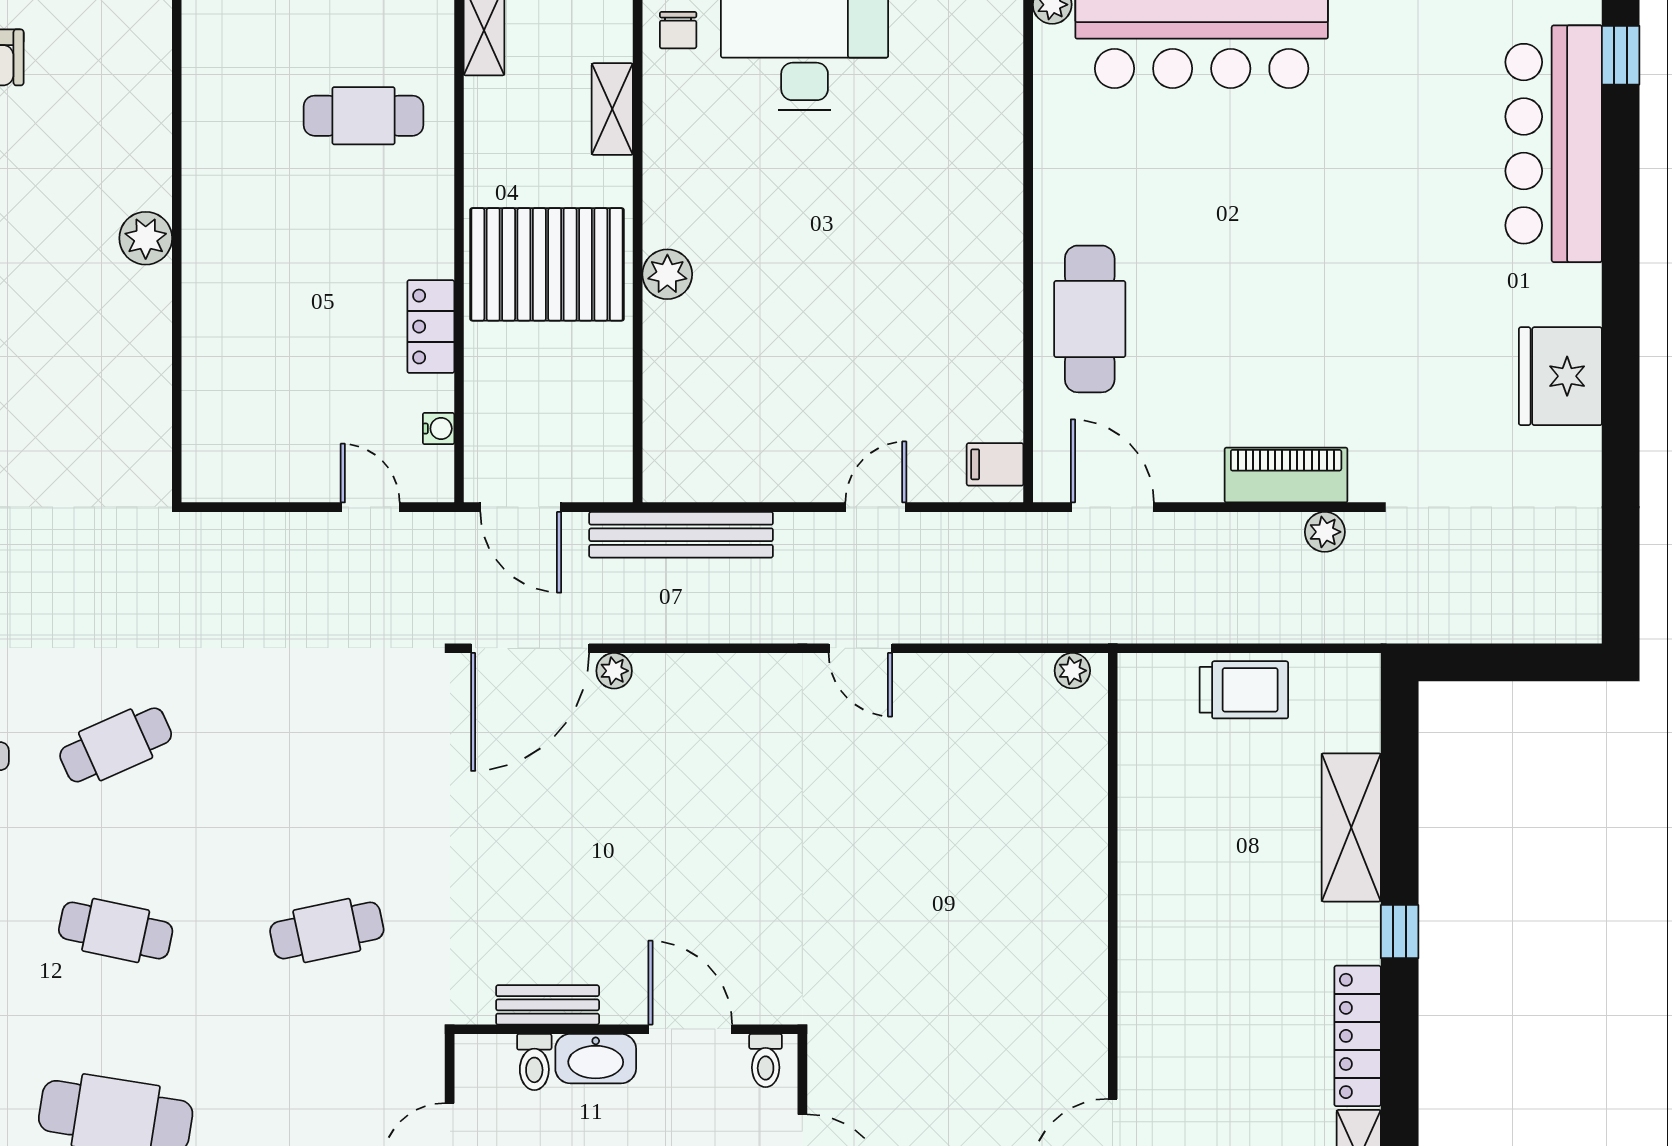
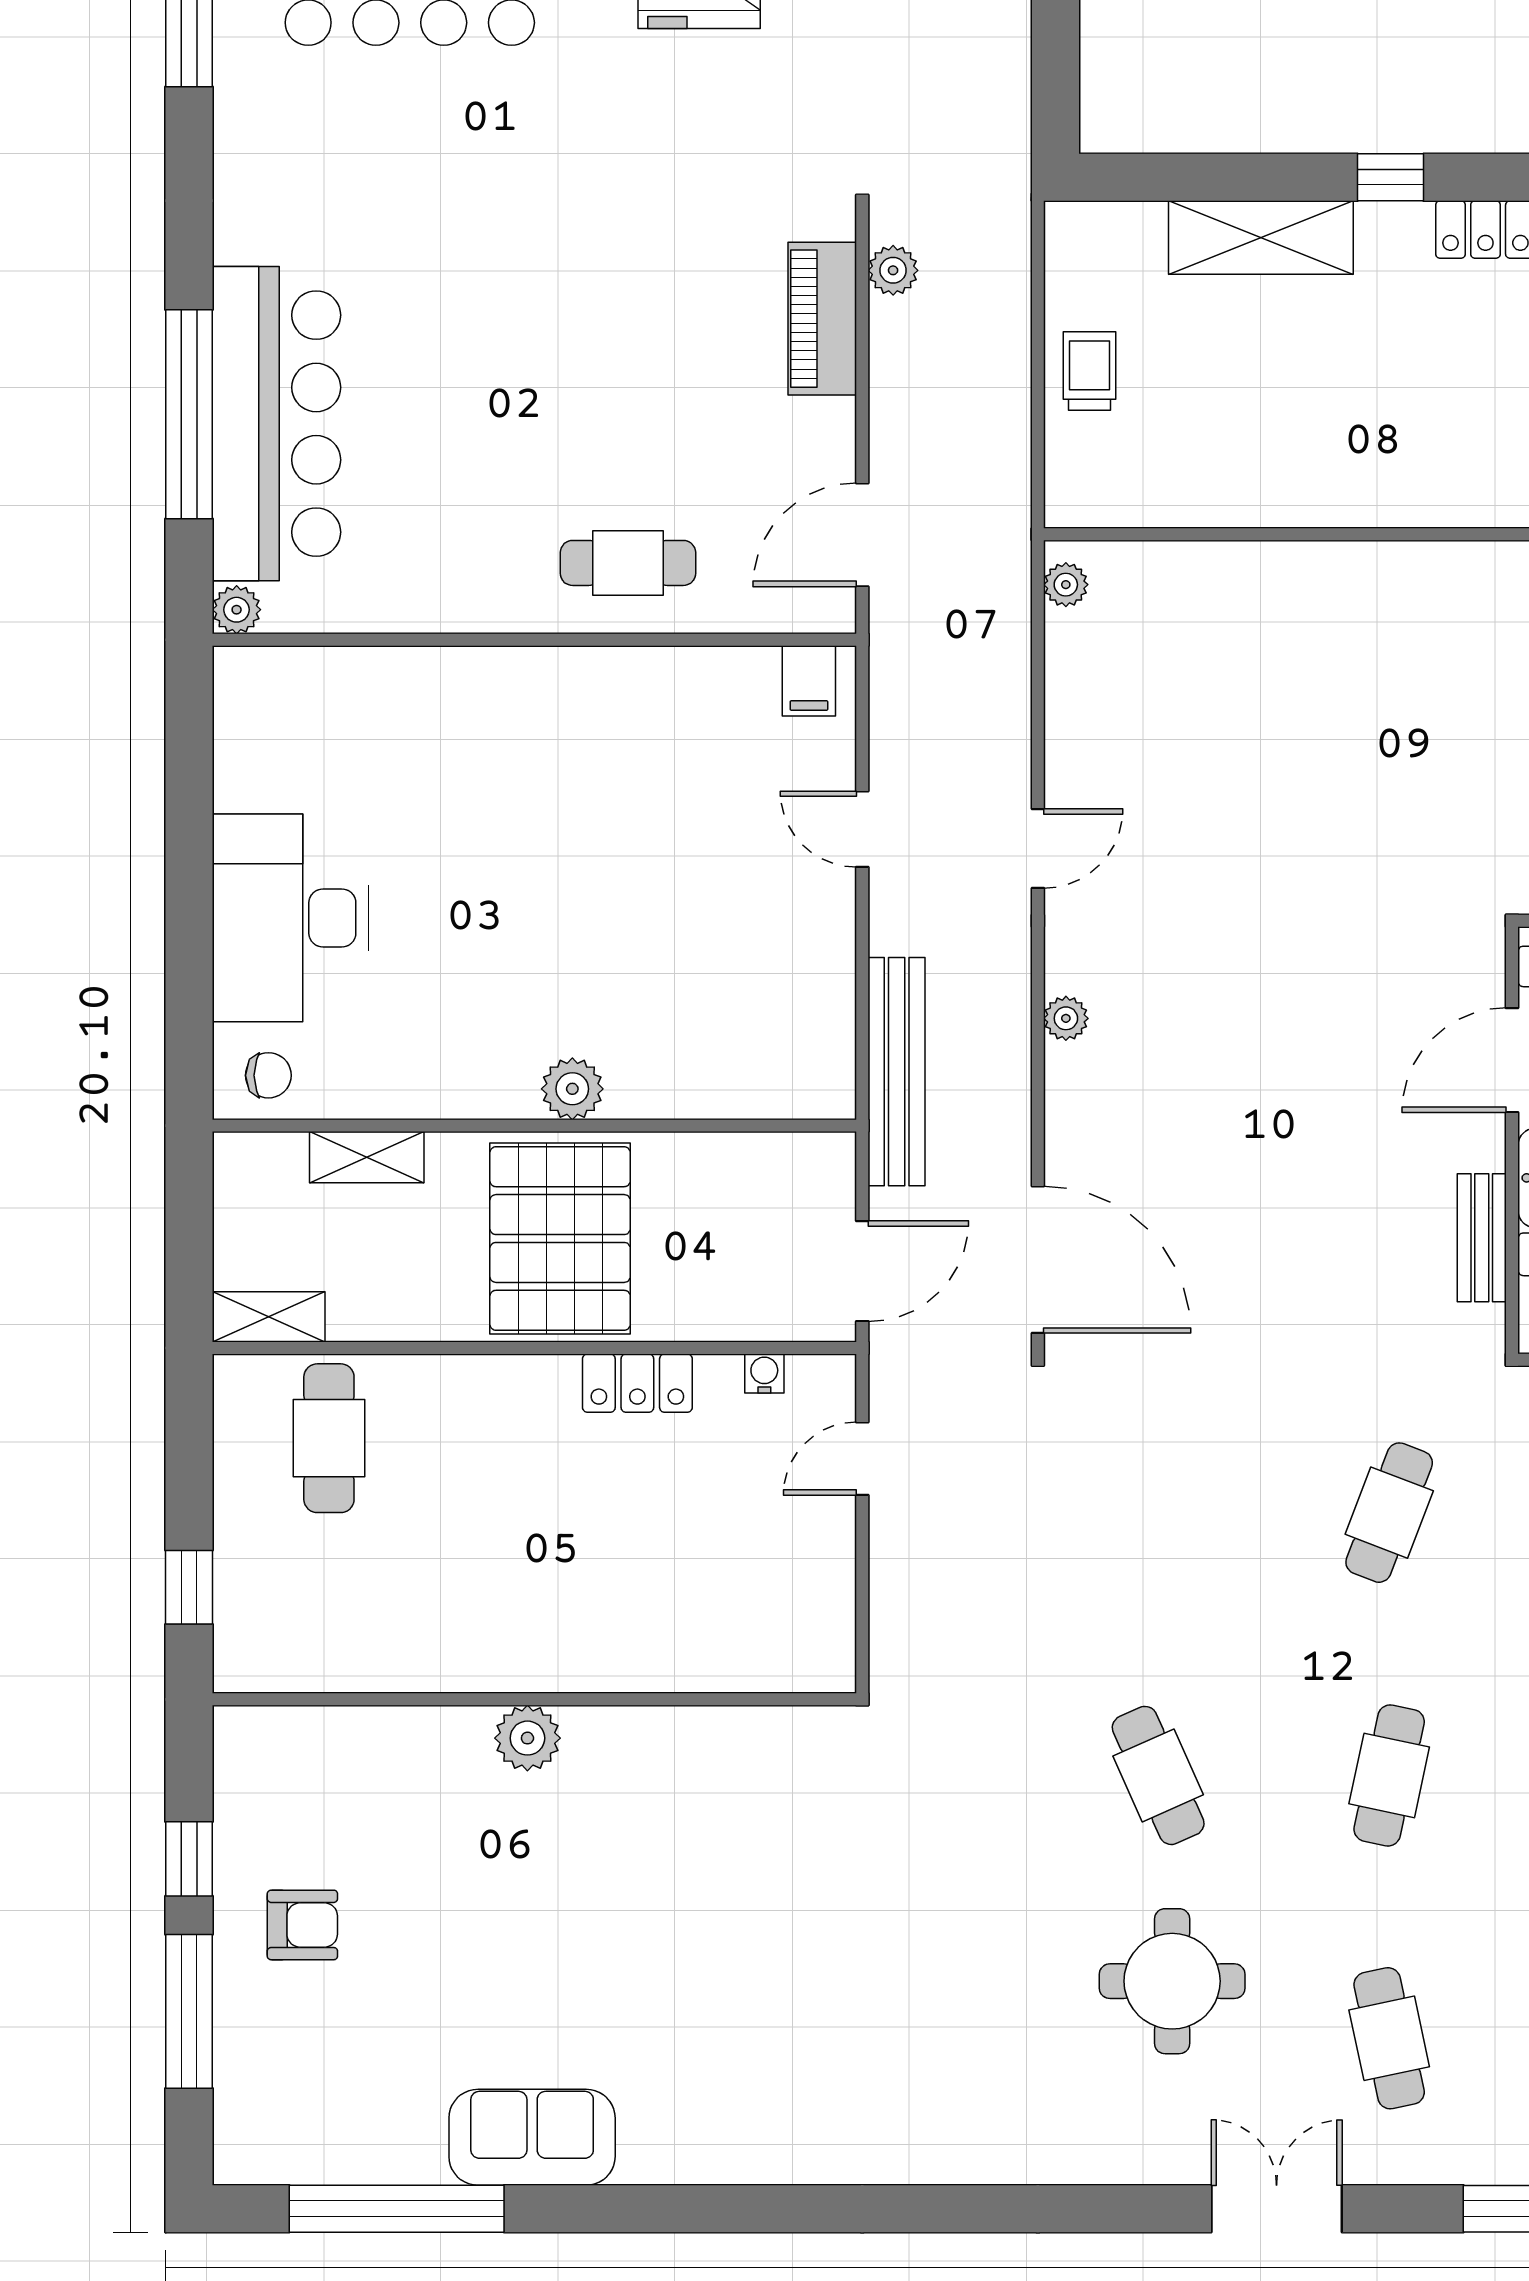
cafe table: (364, 116) -> (329, 1438), moved
cafe table: (1090, 319) -> (628, 563), width x0.73, depth x0.74
plant: (614, 671) -> (1066, 1018), moved
trolley: (1244, 690) -> (1090, 371), width x0.73, depth x0.72
cafe table: (327, 930) -> (1389, 1513), turned 33

